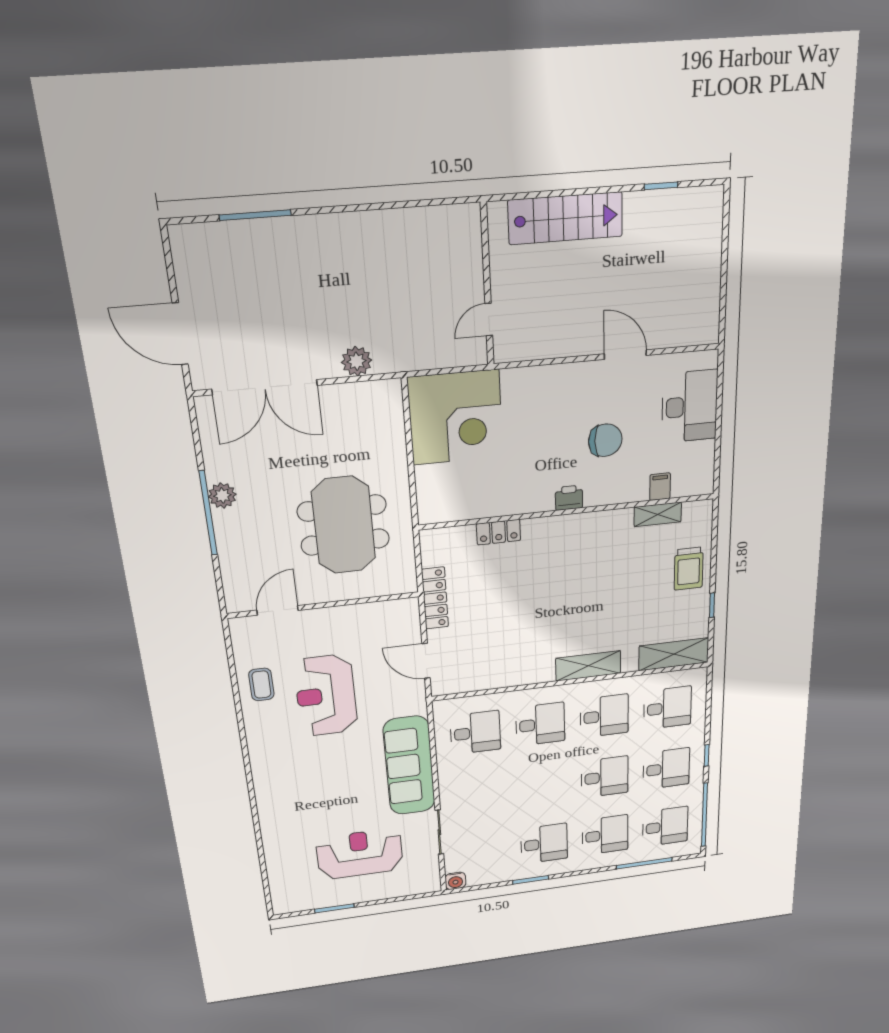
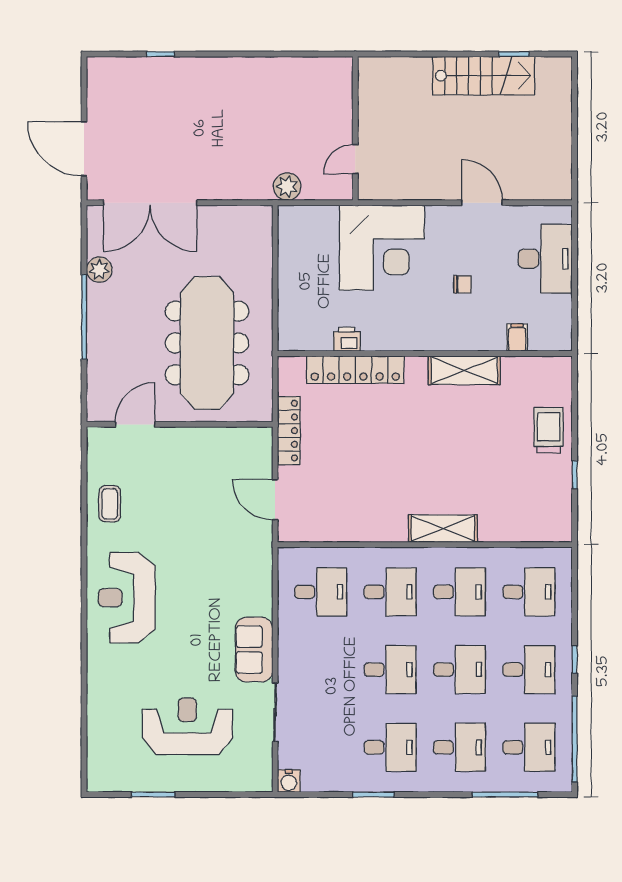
window: (255, 215) -> (160, 54), width x0.46
stairs: (565, 218) -> (484, 76), moved
plant: (357, 361) -> (287, 187), moved
corner desk: (456, 417) -> (382, 248), moved
chair: (605, 440) -> (462, 284), width x0.54, depth x0.54
plant: (222, 496) -> (99, 270), moved
printer: (569, 498) -> (347, 339), moved
shelving: (658, 514) -> (464, 370), moved, width x1.50, depth x1.33
meeting table: (344, 525) -> (207, 343), width x1.36
locker: (499, 532) -> (355, 370), width x2.16, depth x1.21
trolley: (689, 569) -> (549, 430), turned 180
shelving: (674, 654) -> (535, 527), removed
reception desk: (326, 696) -> (127, 598), moved
sofa: (409, 766) -> (254, 650), width x0.54, depth x0.79
desk: (542, 785) -> (390, 670), added

